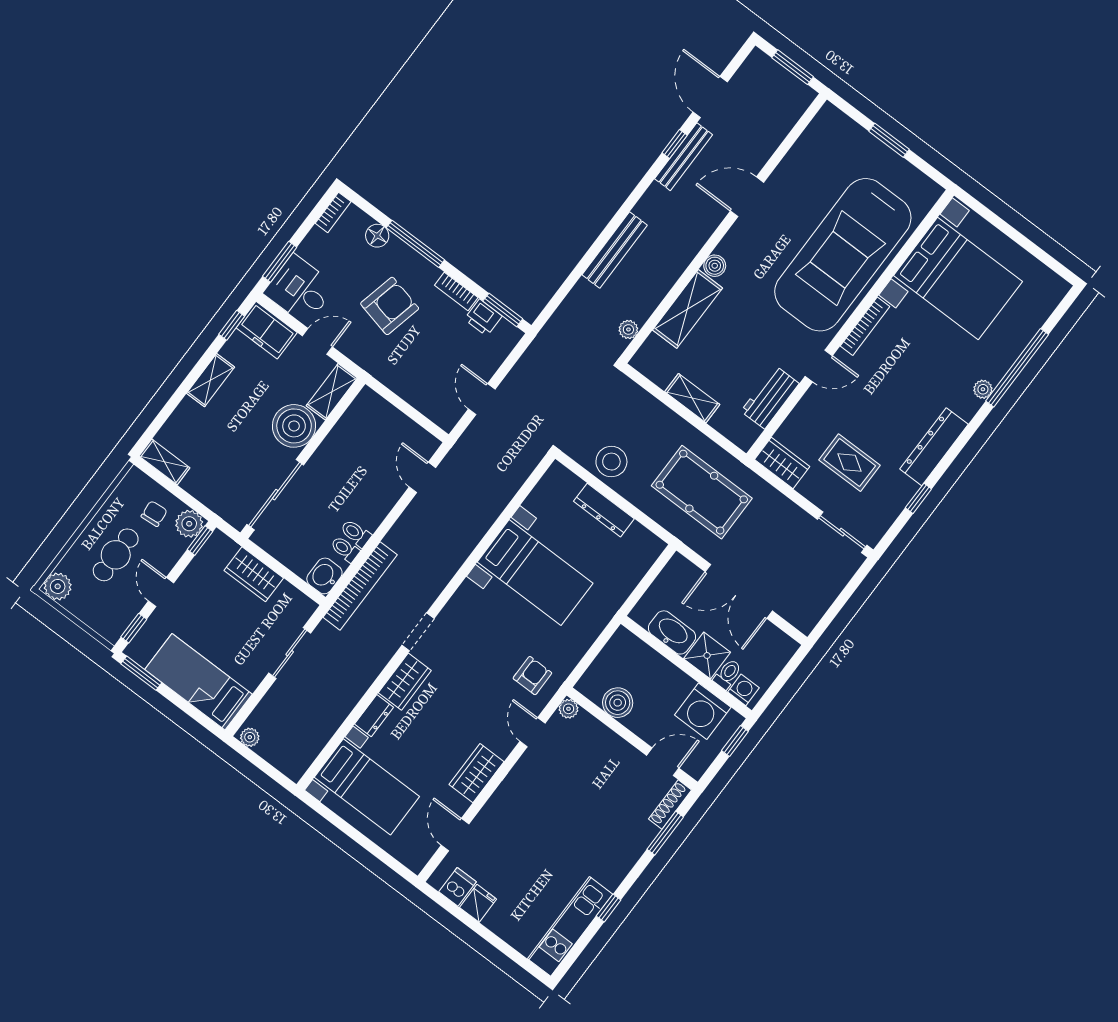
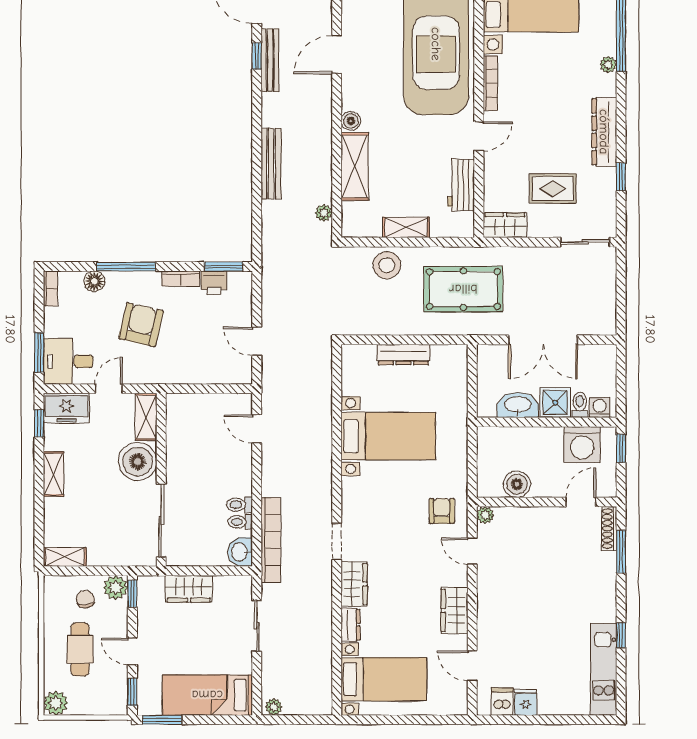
stool: (611, 462) -> (387, 265), moved

